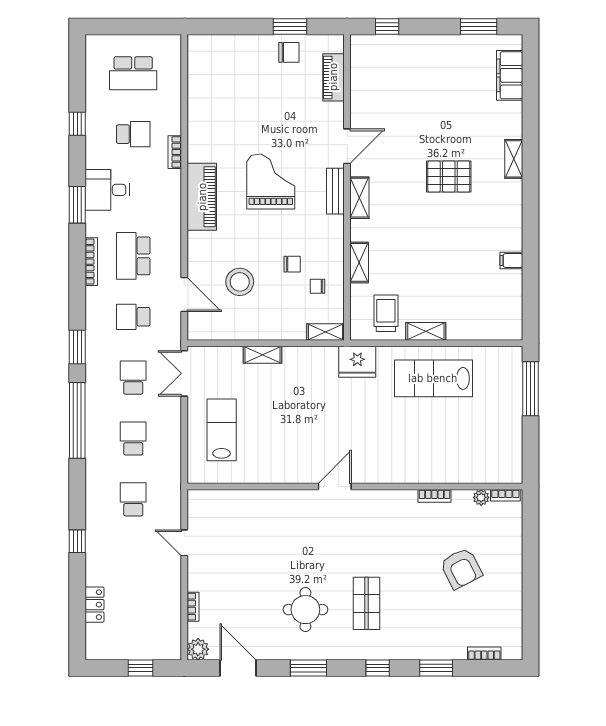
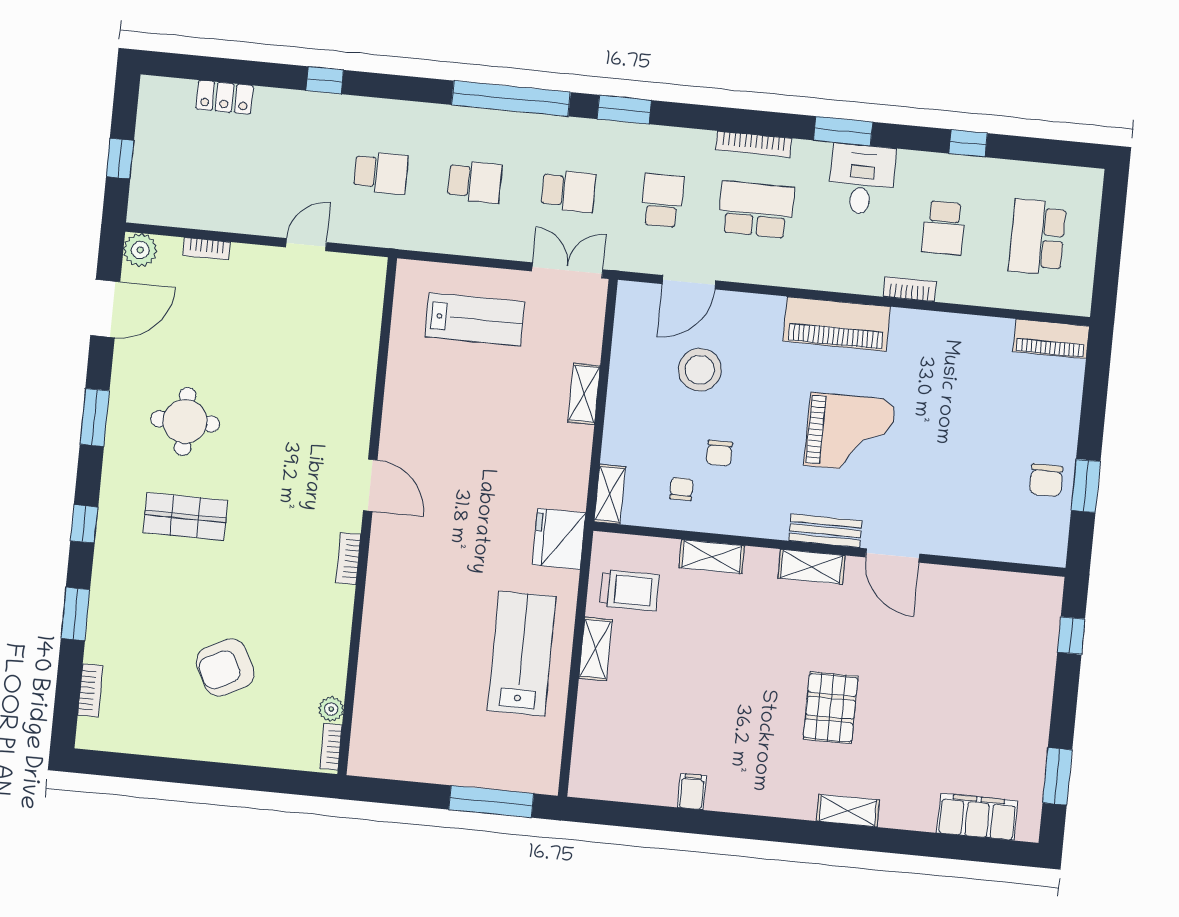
piano: (333, 77) -> (1051, 339), moved, turned 180
bookcase: (435, 496) -> (348, 559), moved

